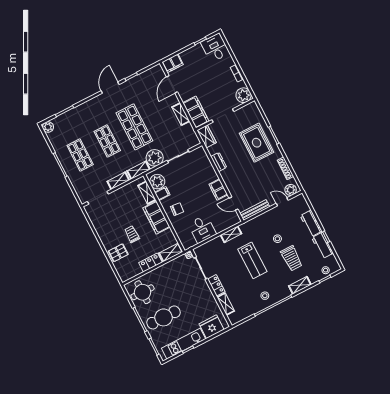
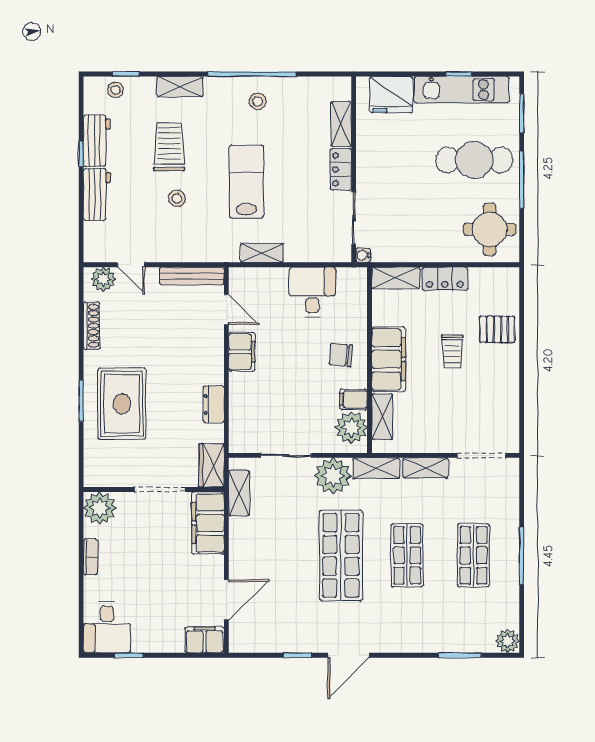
shelving: (181, 114) -> (239, 493), moved

